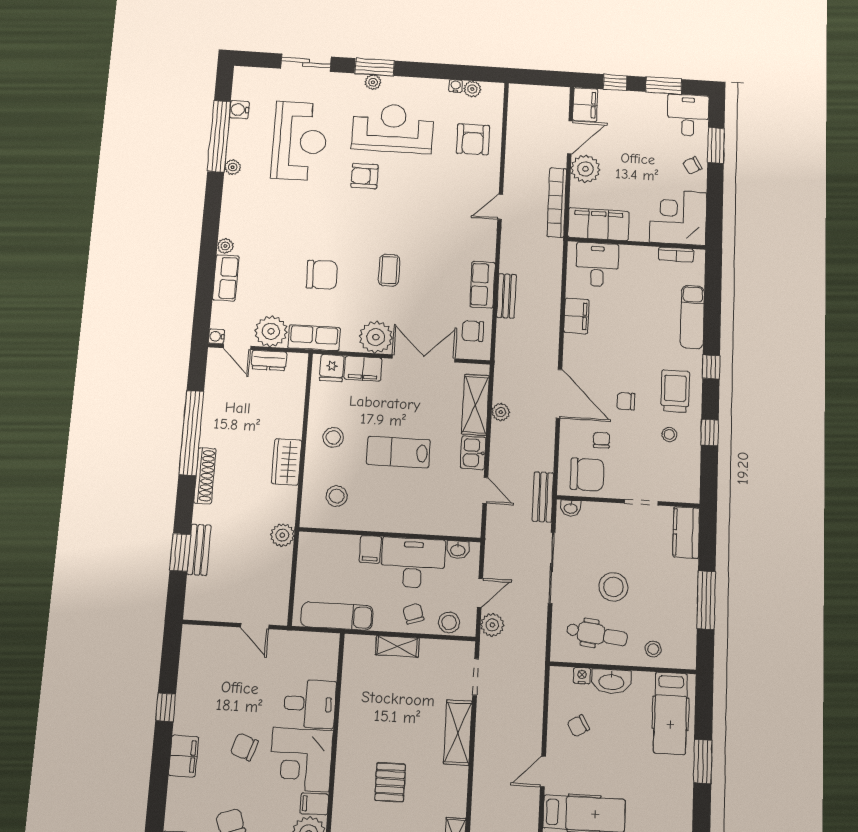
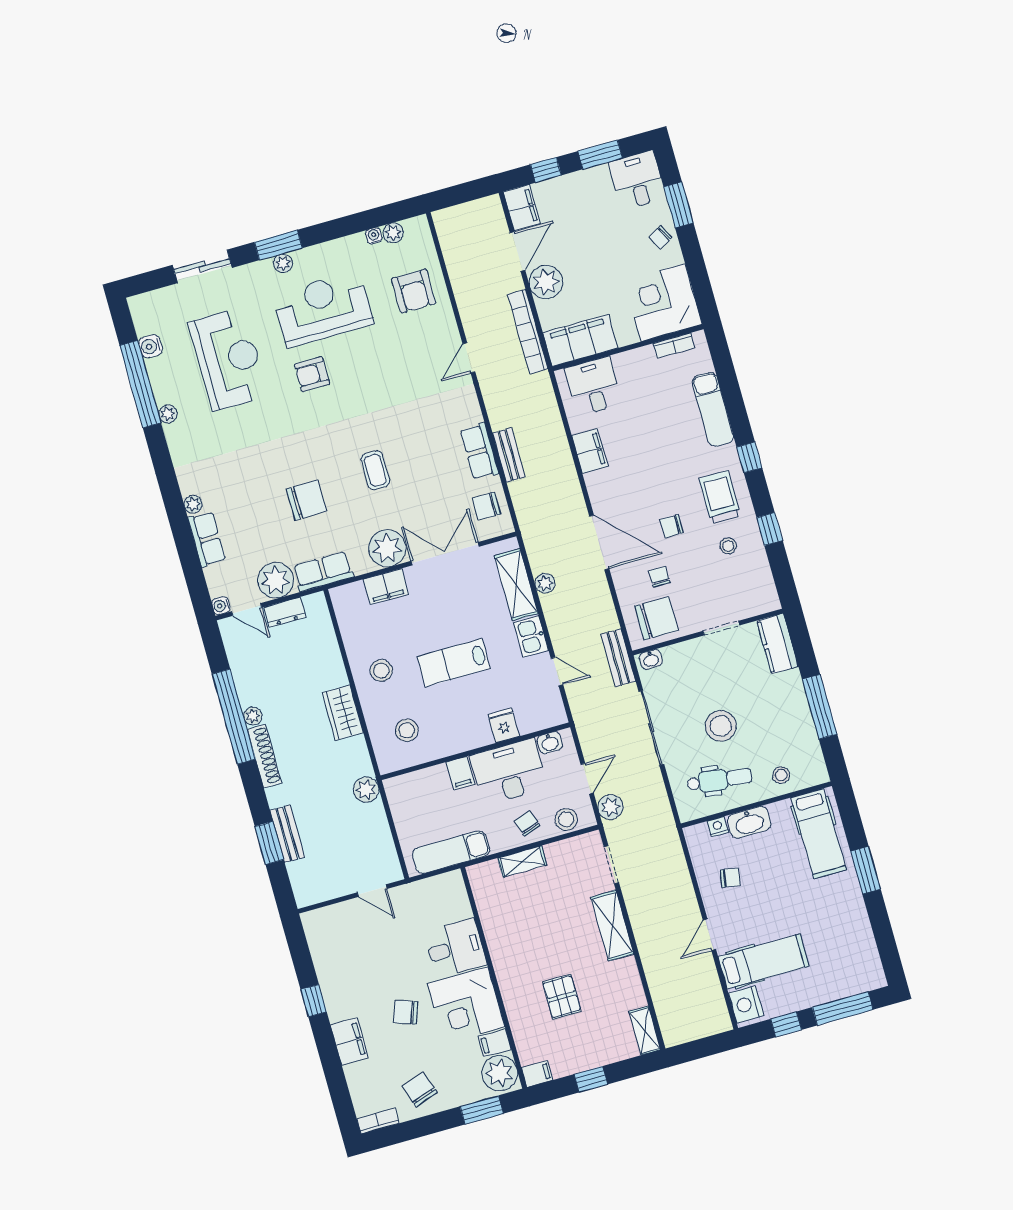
fridge: (332, 368) -> (504, 725), moved, turned 180
plant: (208, 438) -> (253, 716), added
chair: (578, 726) -> (730, 878), turned -140

